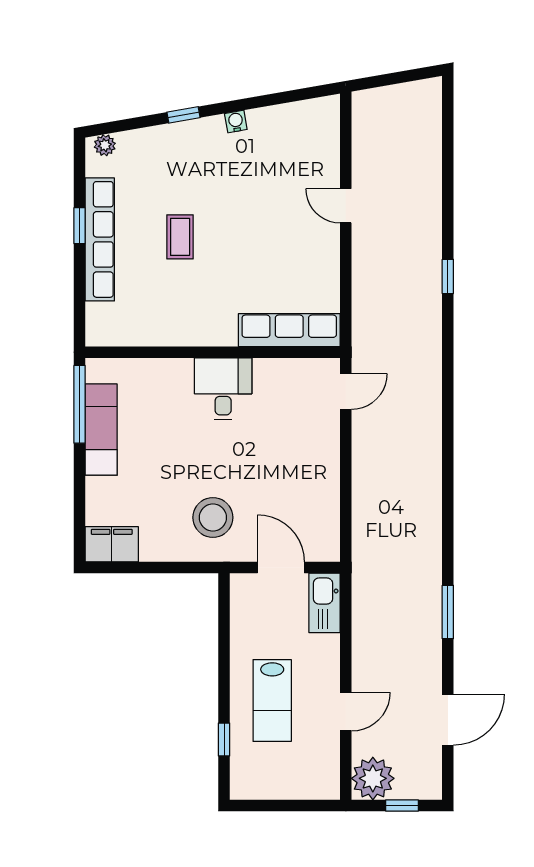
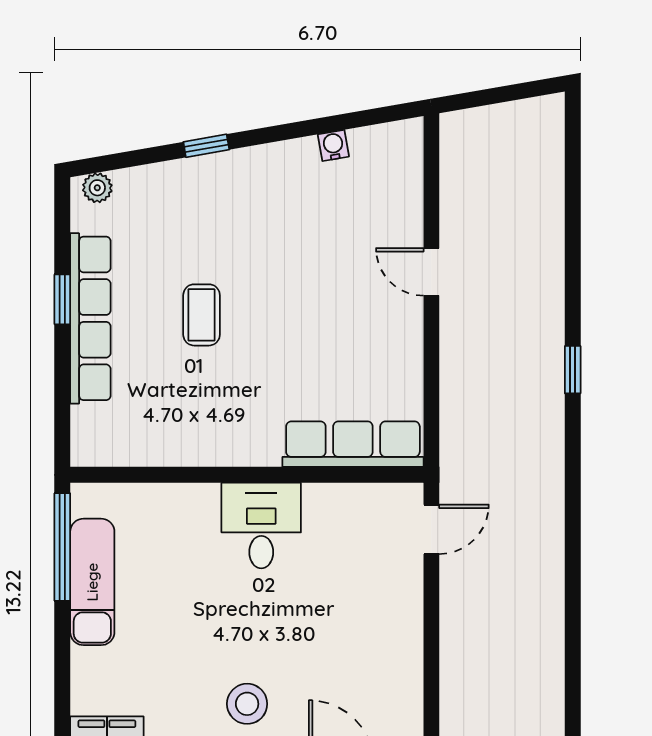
water cooler: (236, 121) -> (333, 145), moved
stool: (213, 517) -> (247, 704), width x0.73, depth x0.73

